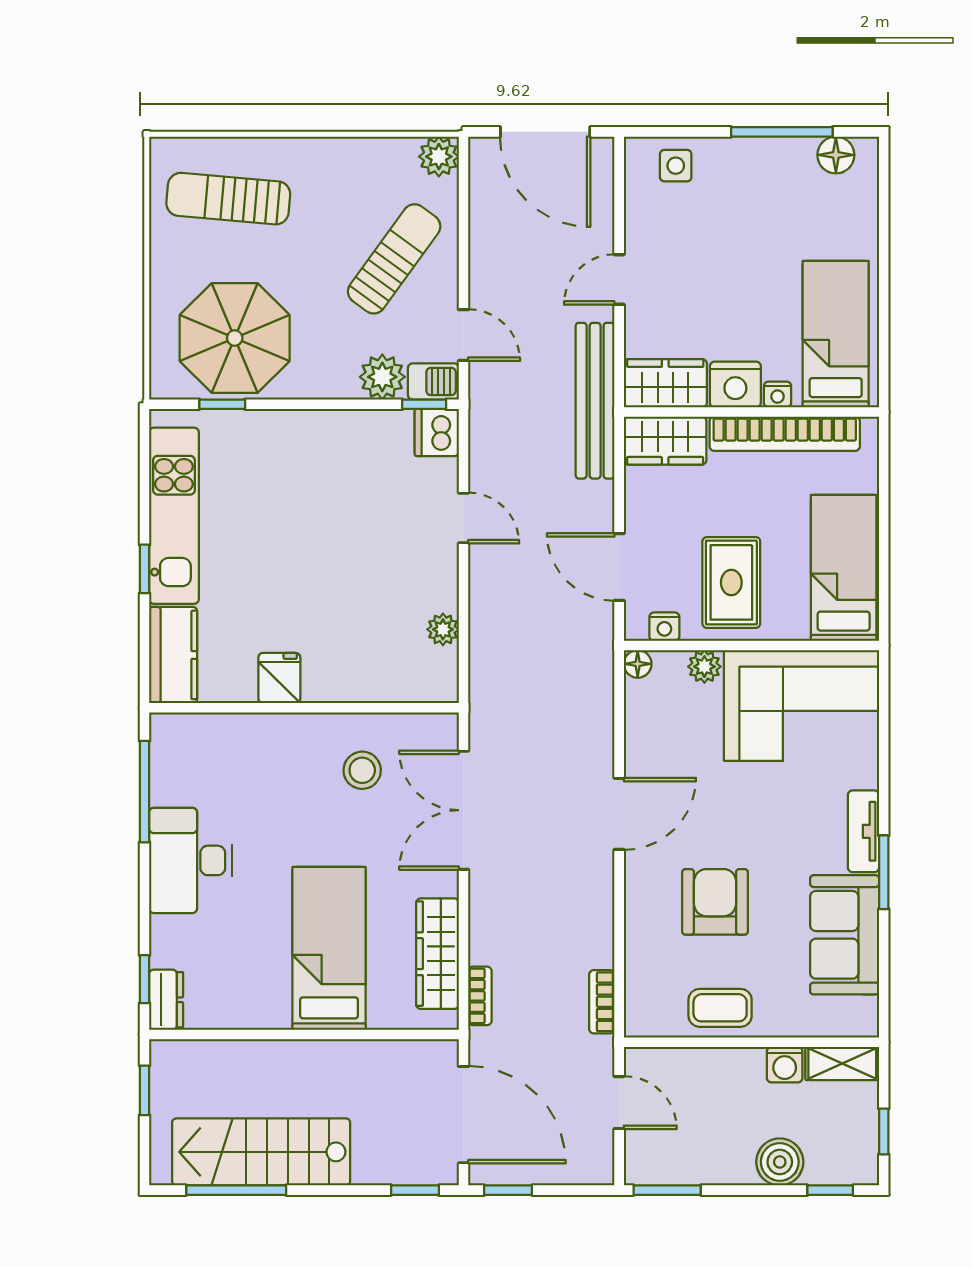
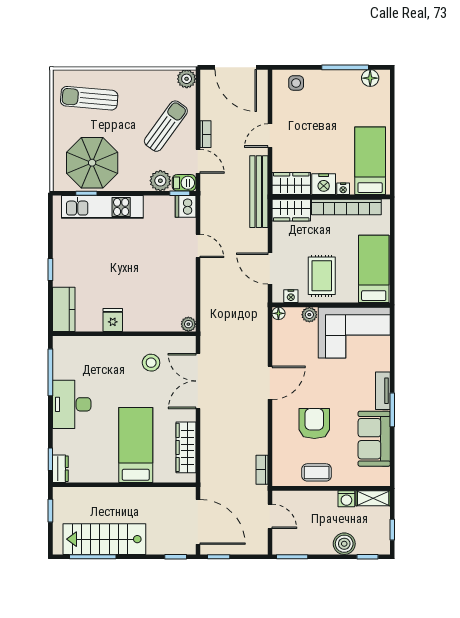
kitchen unit: (174, 516) -> (102, 207), moved, turned 90
plant: (443, 629) -> (188, 324), moved
bookcase: (480, 996) -> (206, 134), moved

